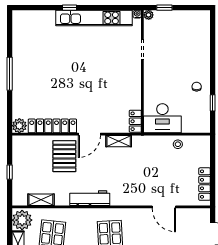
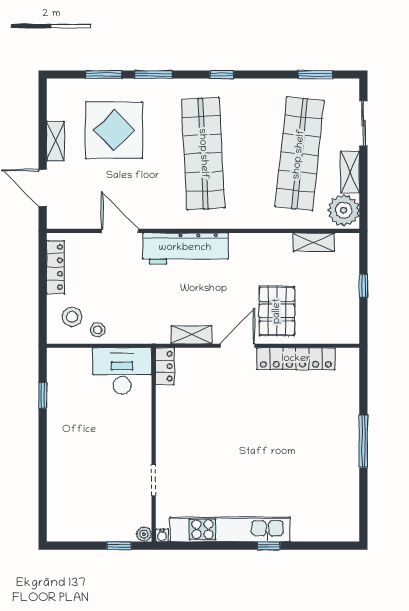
chair: (197, 87) -> (68, 421), removed
plant: (19, 126) -> (348, 359), removed
stool: (194, 153) -> (72, 317), added
workbench: (90, 198) -> (185, 248), moved, width x1.36, depth x1.32

